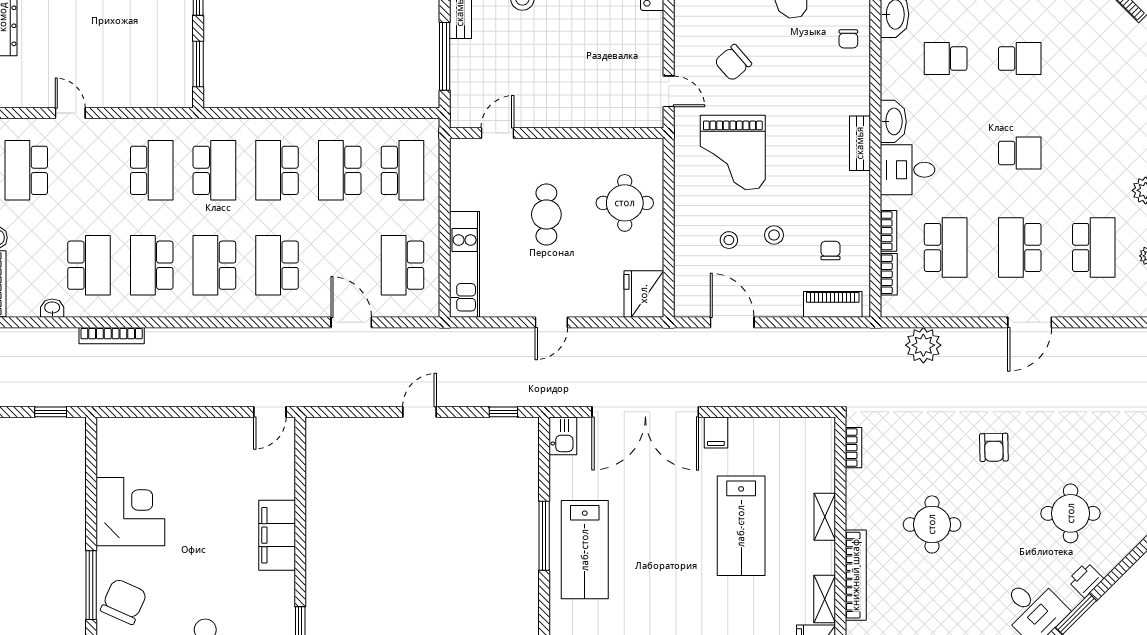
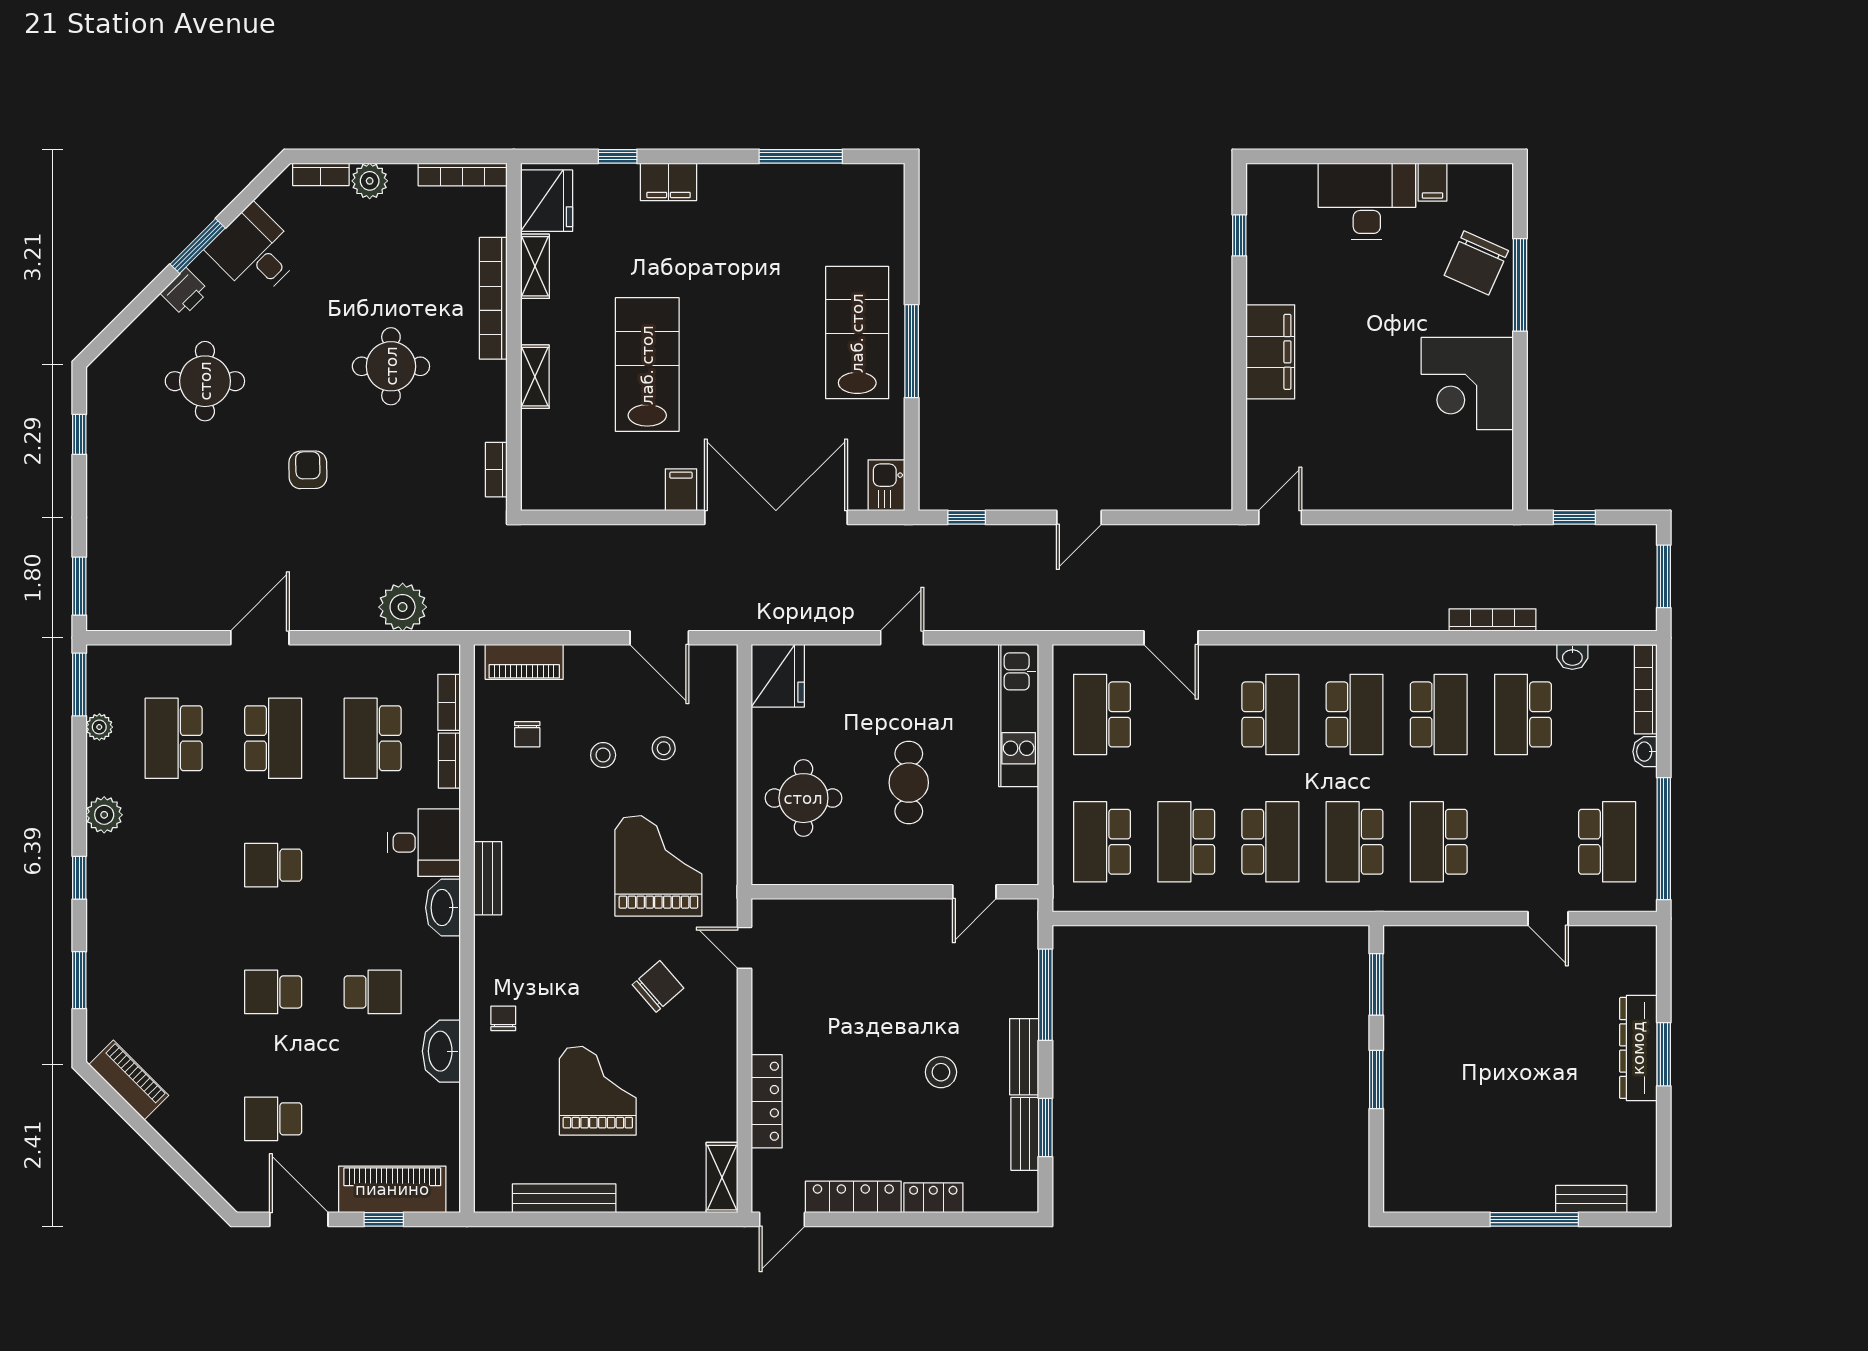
school desk: (340, 170) -> (1186, 842), turned 180
school desk: (402, 265) -> (1102, 714), turned 180

